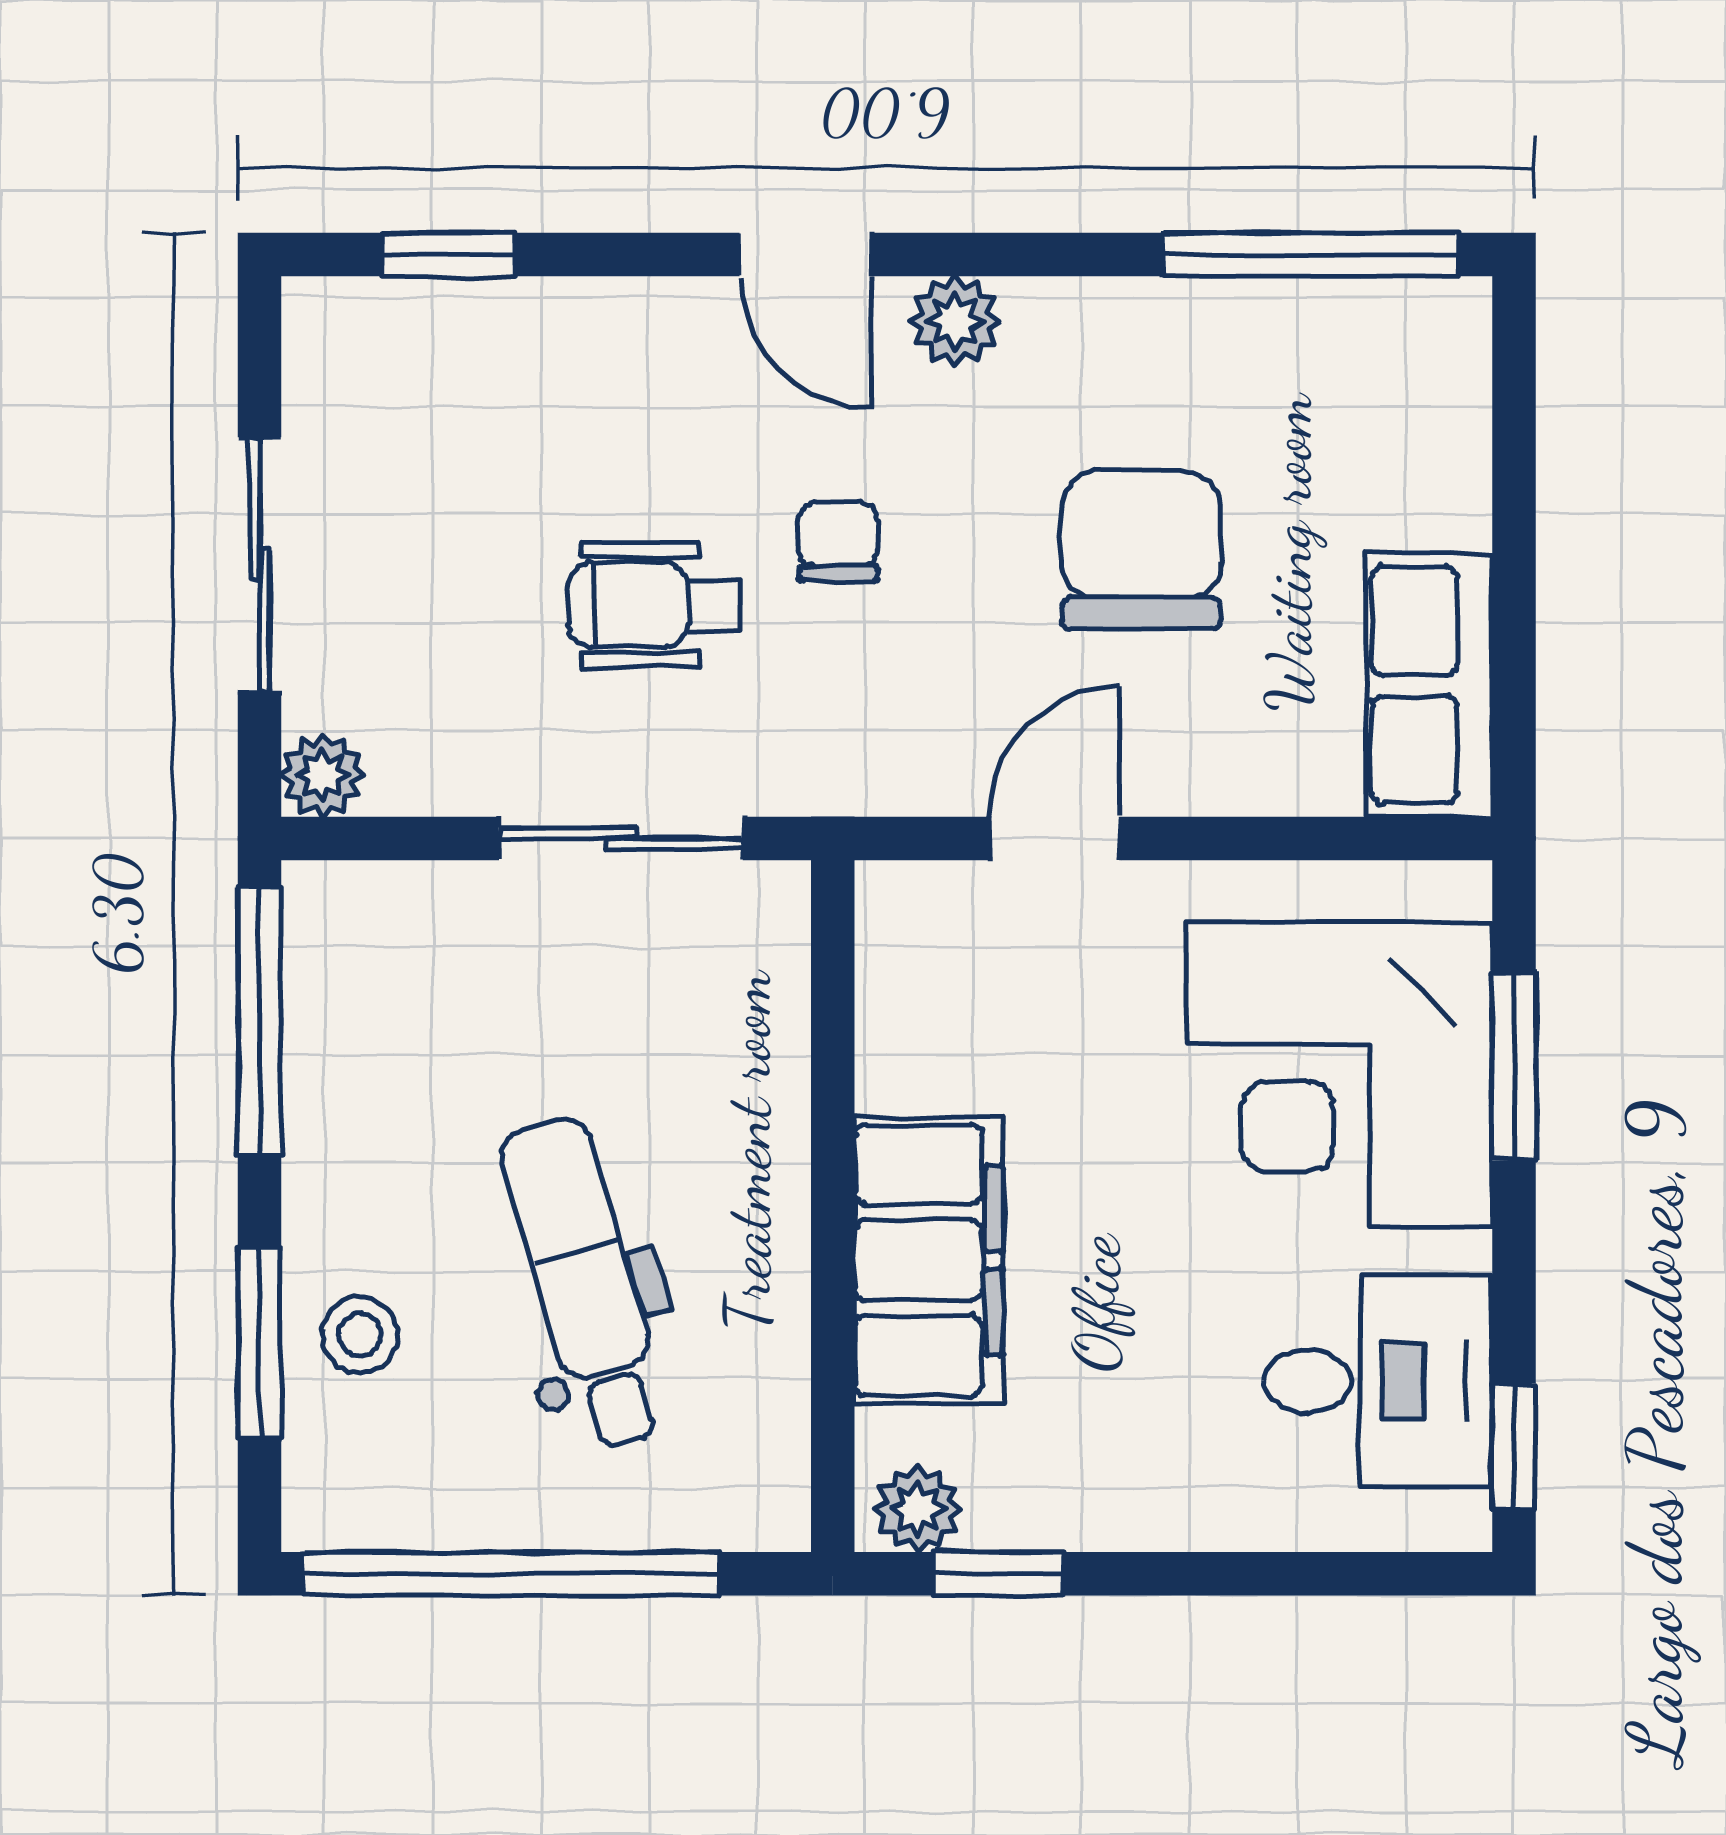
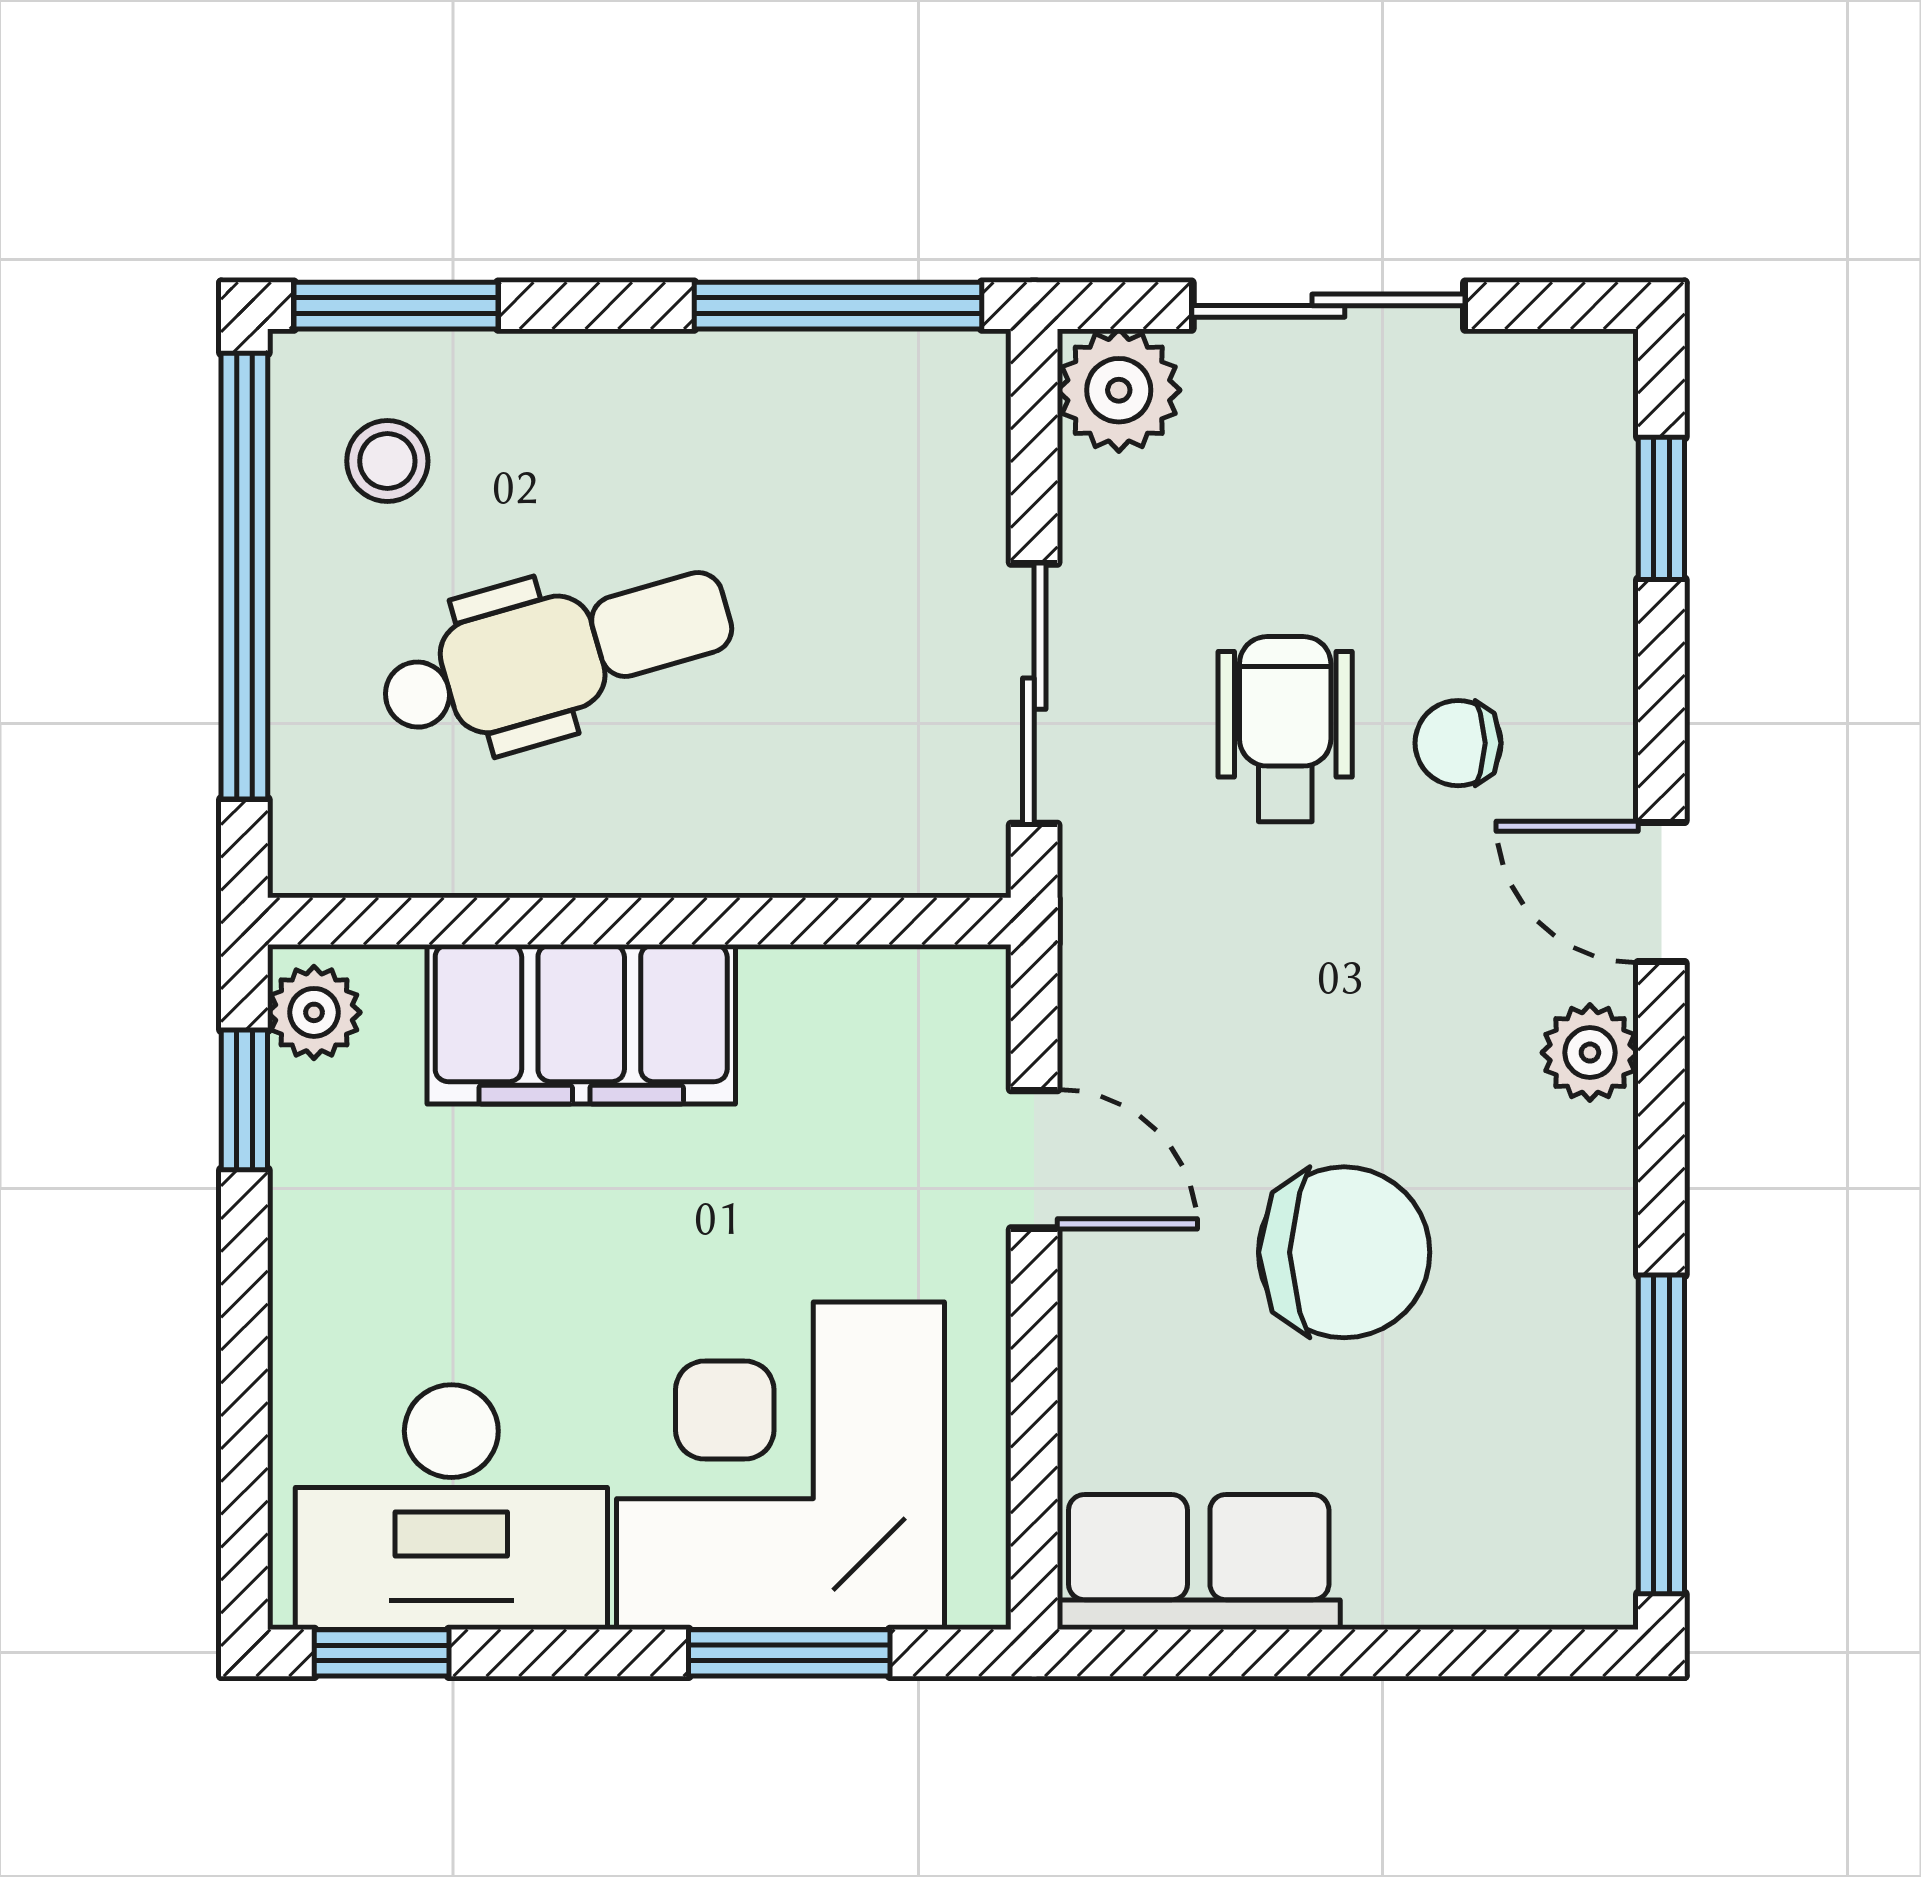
door: (806, 254) -> (1661, 892), hinge flipped
chair: (838, 542) -> (1458, 743), moved, turned 180
plant: (323, 775) -> (1119, 390), width x1.38, depth x1.38
stool: (360, 1335) -> (387, 461), moved
window: (260, 1343) -> (396, 306), moved
desk: (1378, 1381) -> (451, 1507), width x1.37

